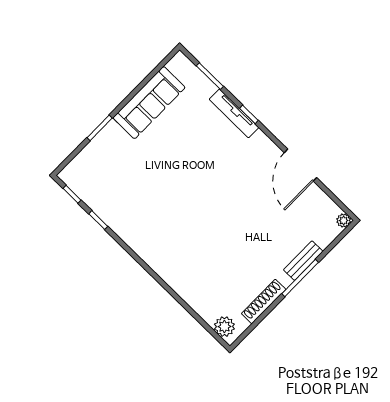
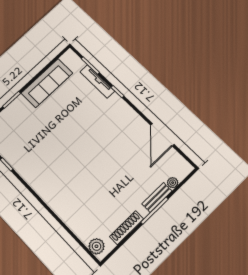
tv unit: (234, 113) -> (97, 81), moved
door: (300, 165) -> (162, 135), moved
plant: (344, 221) -> (173, 183), moved

